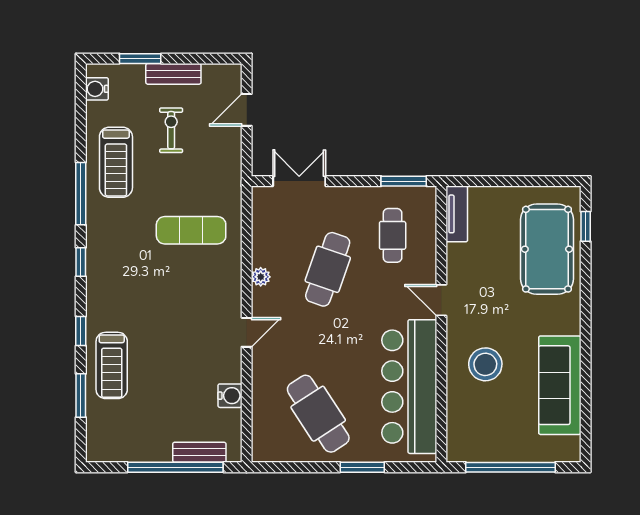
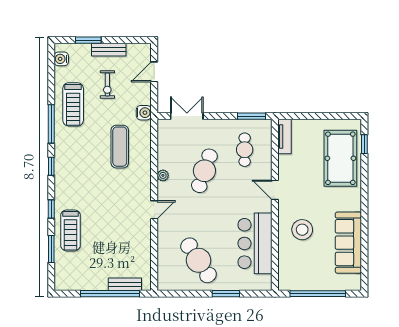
exercise bike: (171, 130) -> (107, 85), turned 180
exercise mat: (191, 230) -> (120, 147), turned 90
bar counter: (409, 387) -> (255, 243), width x0.73
water cooler: (230, 396) -> (144, 113), moved

